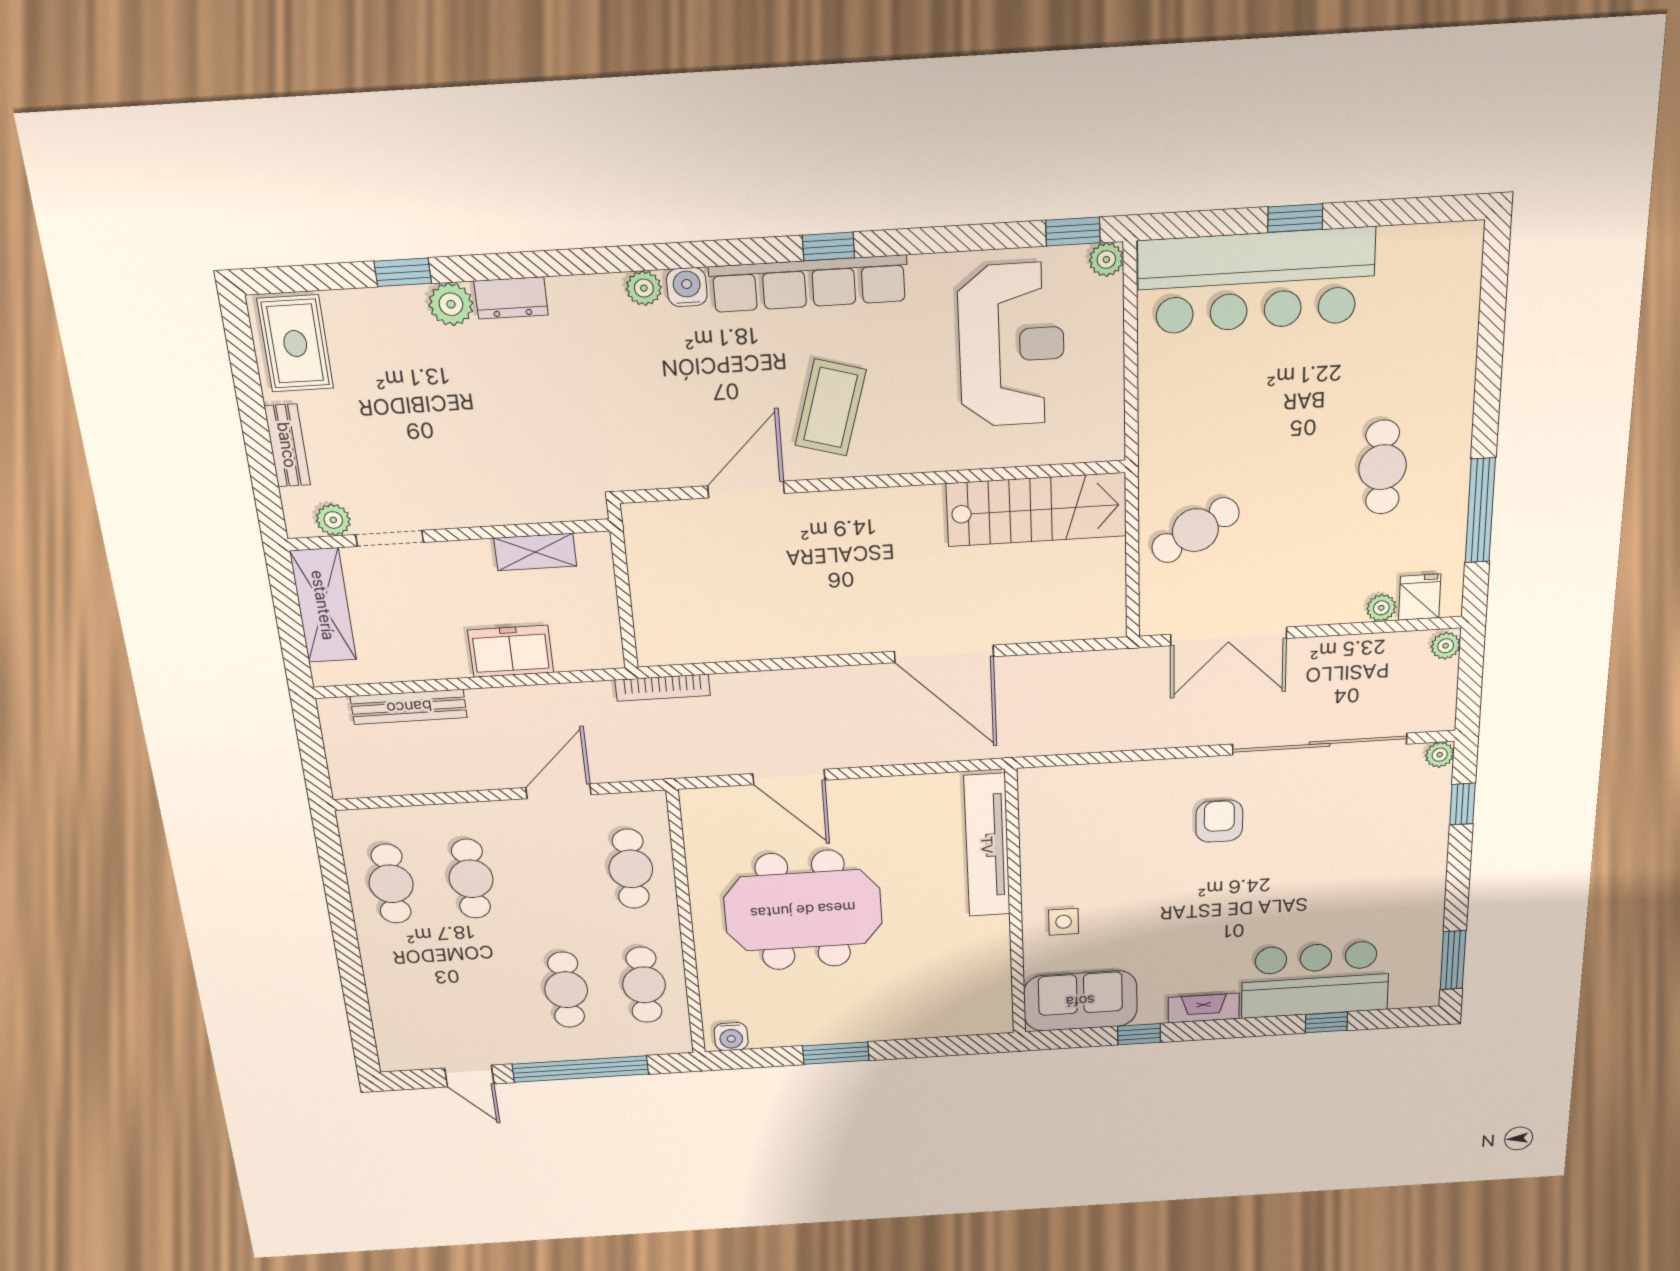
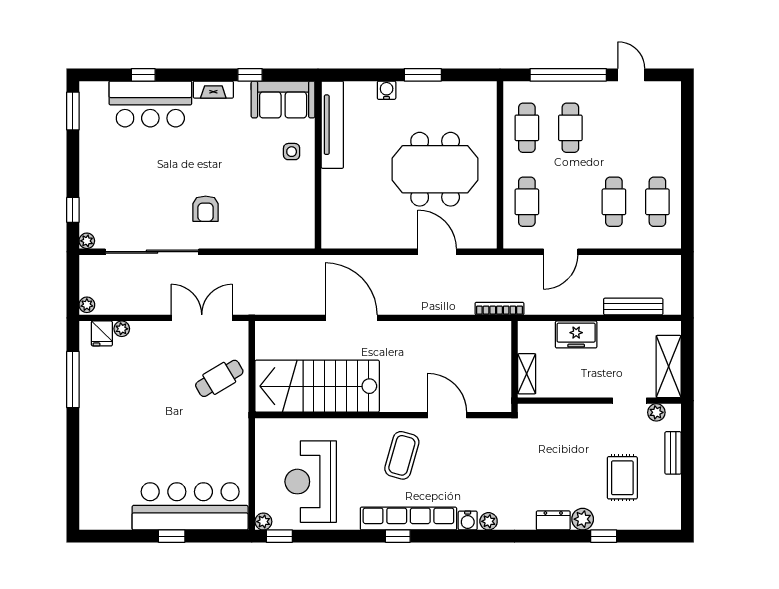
rug: (295, 344) -> (622, 478), moved
cafe table: (1383, 467) -> (124, 406), removed
door: (746, 490) -> (447, 415), swing flipped
stairs: (1037, 510) -> (317, 386), width x1.36, depth x1.51
shelving: (535, 552) -> (527, 374), moved, turned 90
tv unit: (987, 845) -> (332, 125), moved
water cooler: (731, 1037) -> (387, 90), moved

